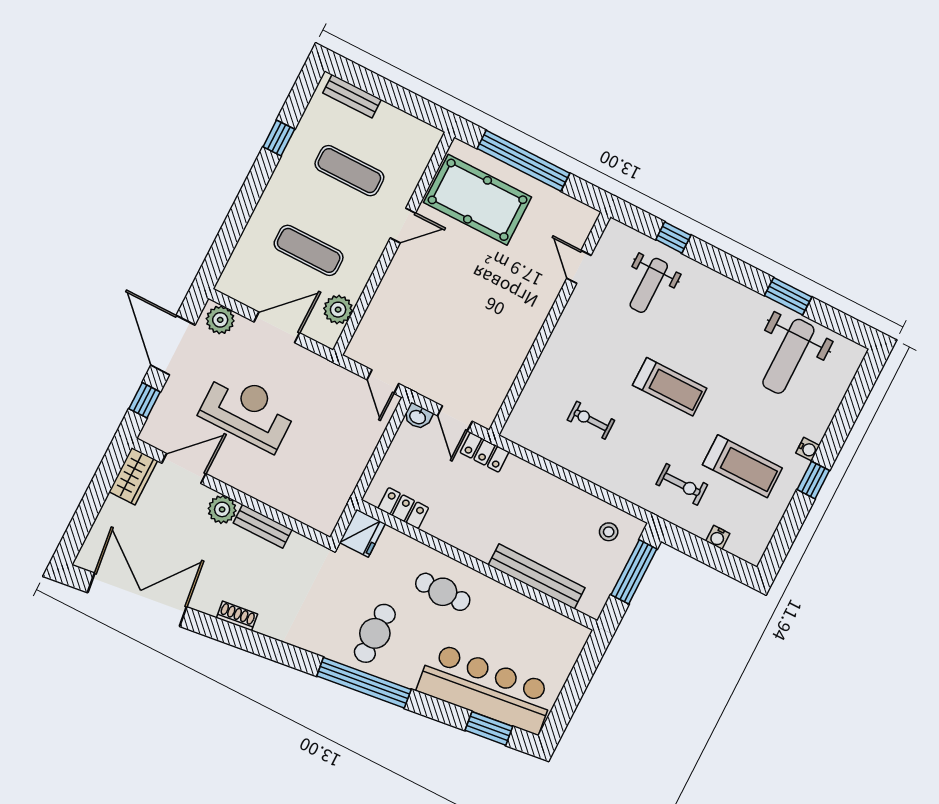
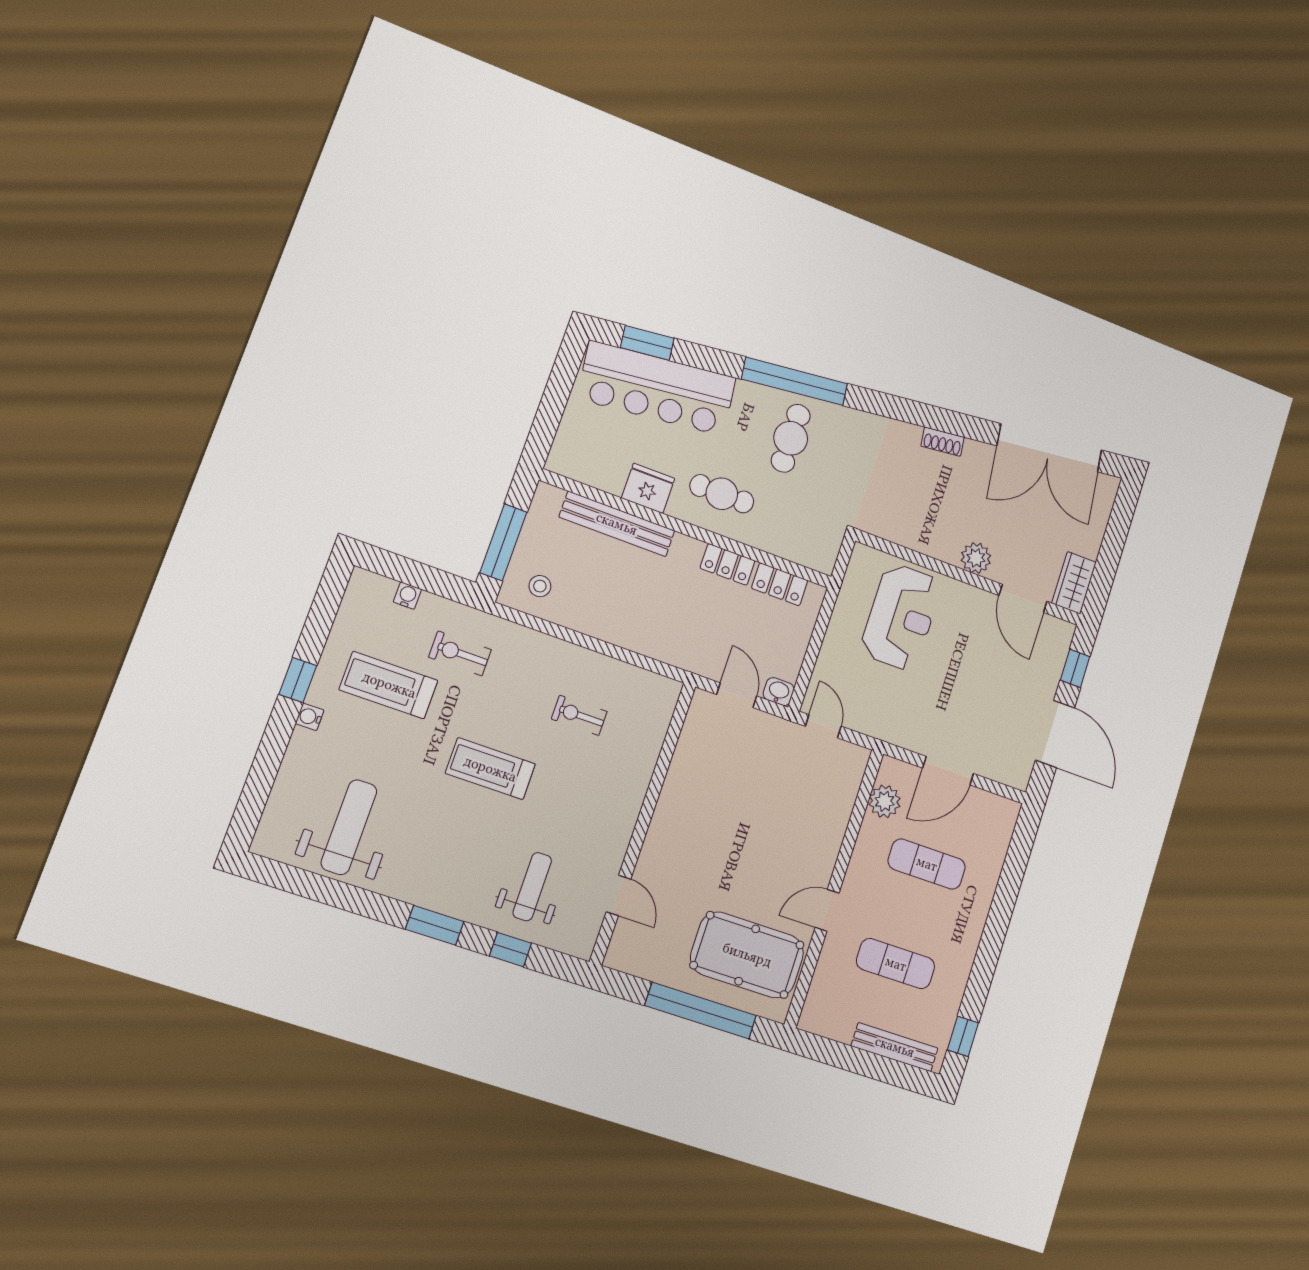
bench: (352, 96) -> (895, 1047), width x1.36
window: (279, 138) -> (963, 1036), moved
window: (788, 296) -> (435, 925), moved
plant: (220, 320) -> (1010, 770), removed
reception desk: (248, 411) -> (901, 617), moved, turned -90
exercise bike: (591, 420) -> (579, 715), turned 180
locker: (484, 452) -> (728, 564), moved, turned 180
door: (184, 468) -> (1023, 598), hinge flipped
bench: (263, 526) -> (930, 545), removed
fridge: (362, 533) -> (648, 488), moved, turned 90

